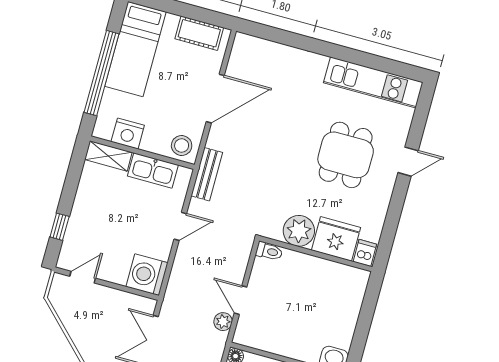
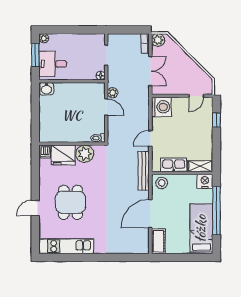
cot: (199, 33) -> (158, 241), moved, turned 90
nightstand: (128, 134) -> (205, 181), moved
bench: (207, 174) -> (144, 171), width x1.36

